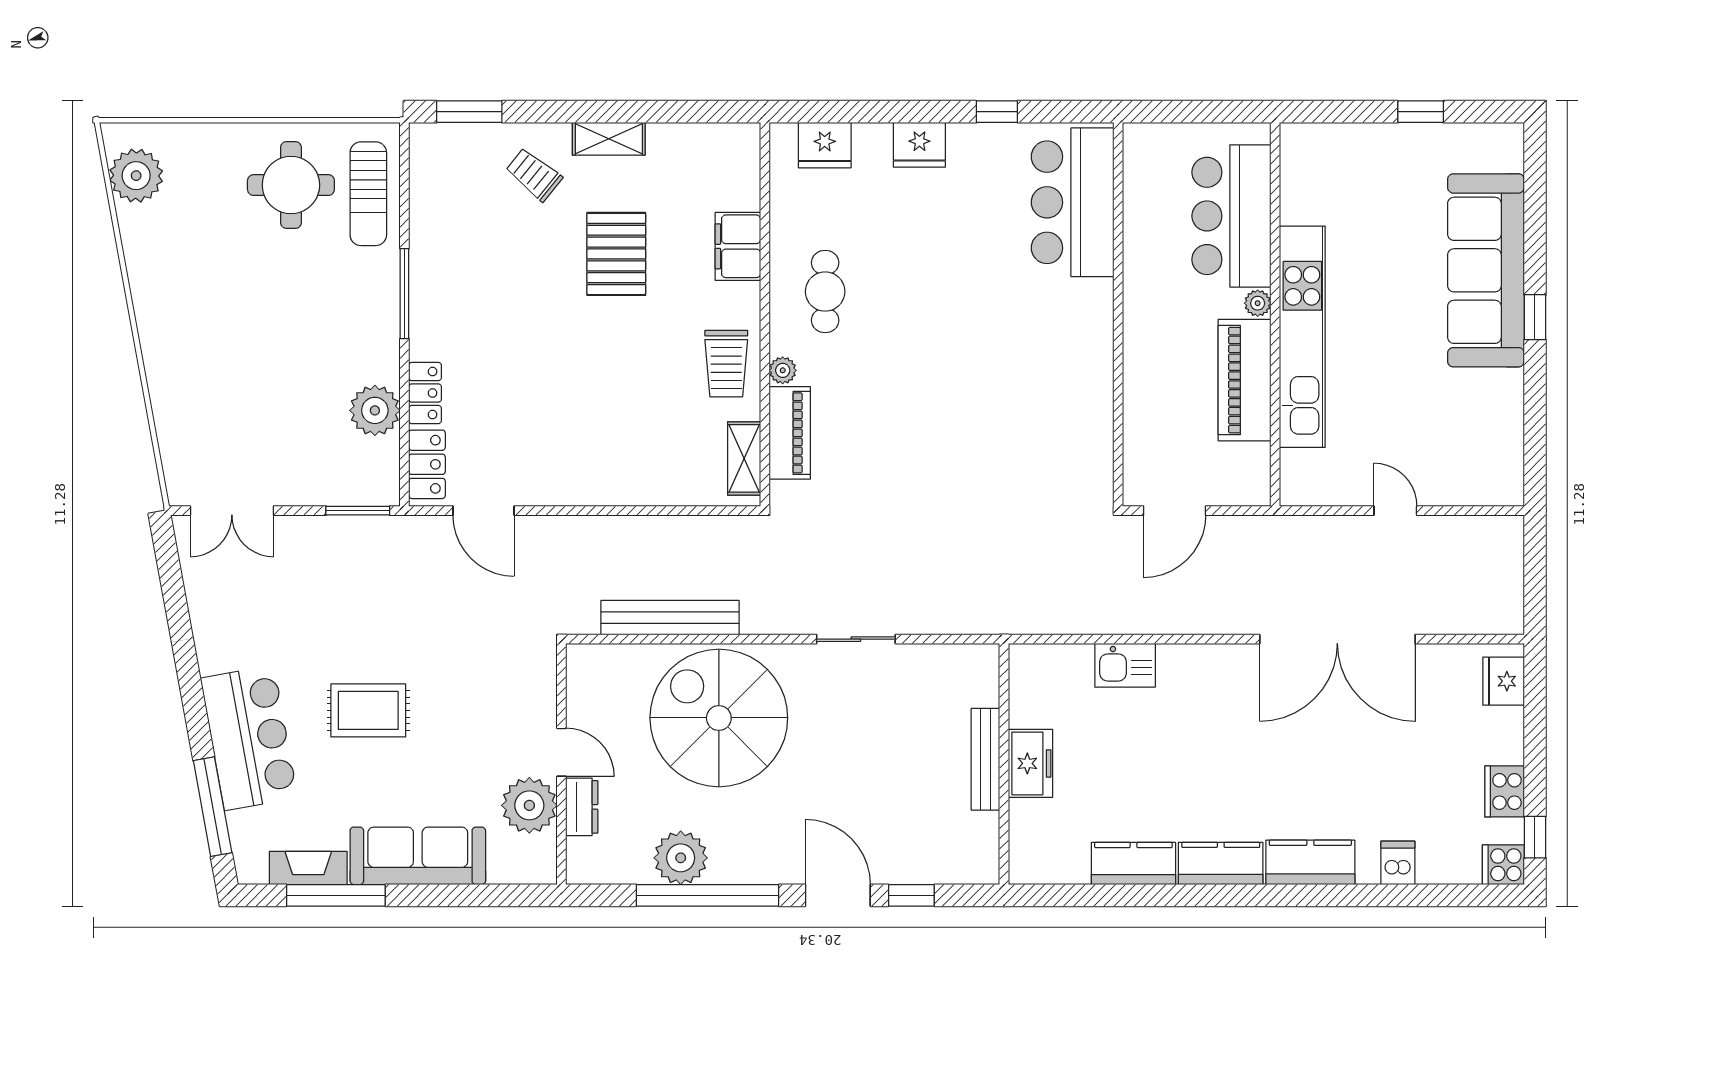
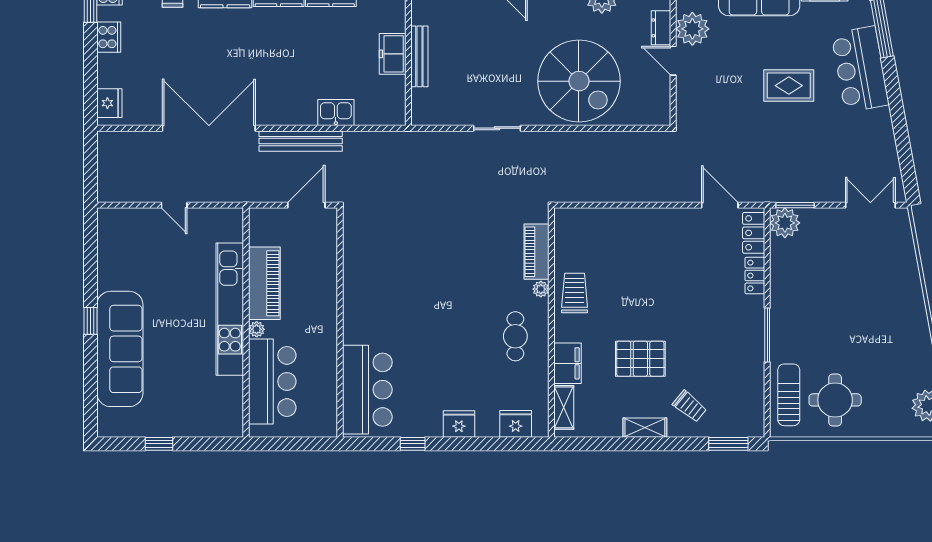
pallet: (616, 254) -> (640, 359), turned 90
plant: (375, 410) -> (785, 223), moved
shelving: (744, 458) -> (564, 407), moved
bench: (670, 618) -> (301, 141), moved

